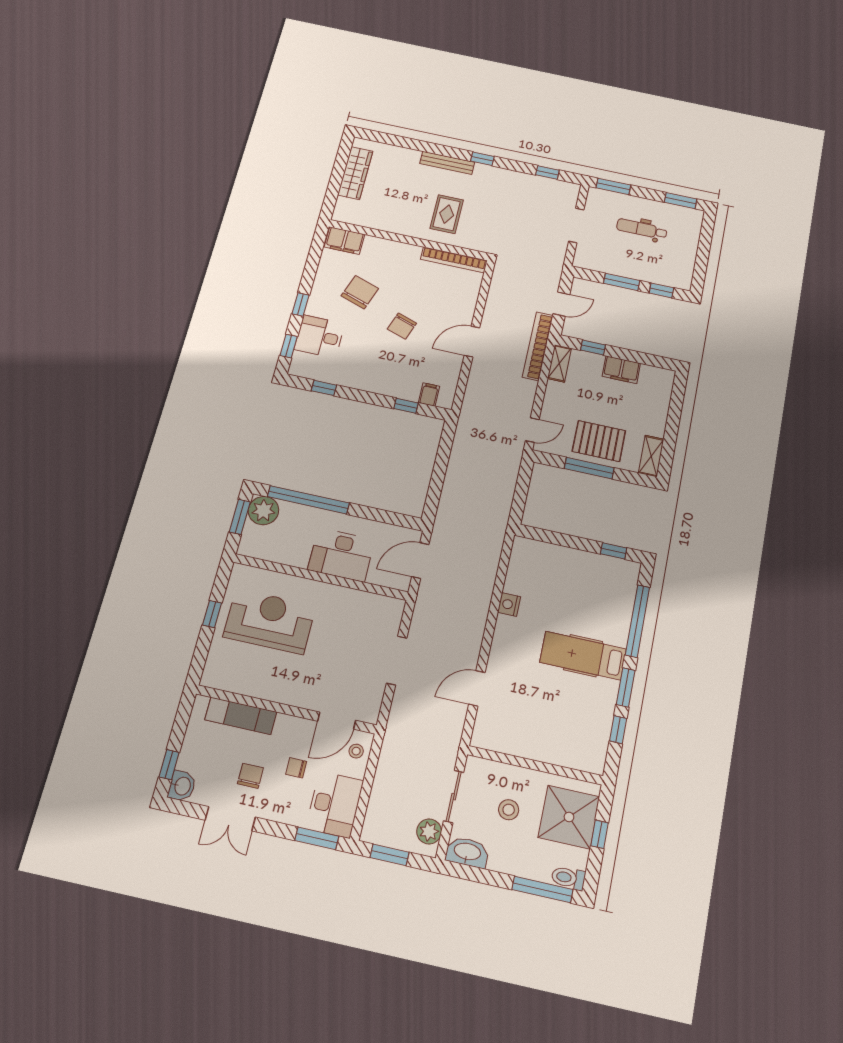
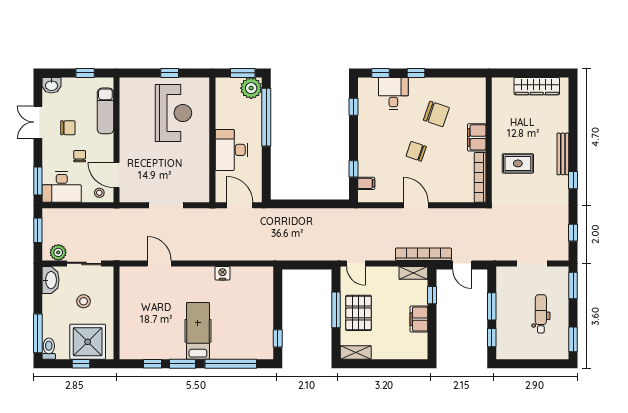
filing cabinet: (345, 241) -> (477, 137), moved
window: (169, 765) -> (85, 73), moved

